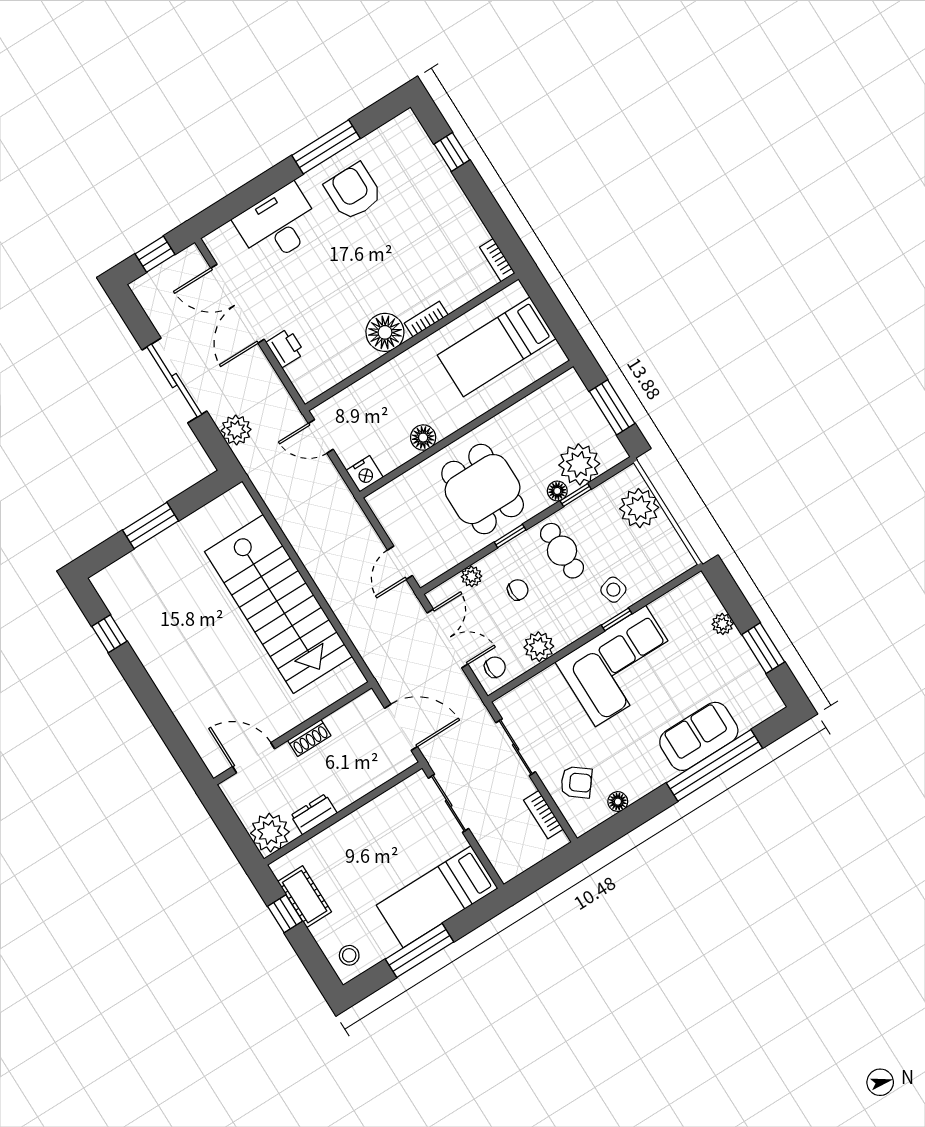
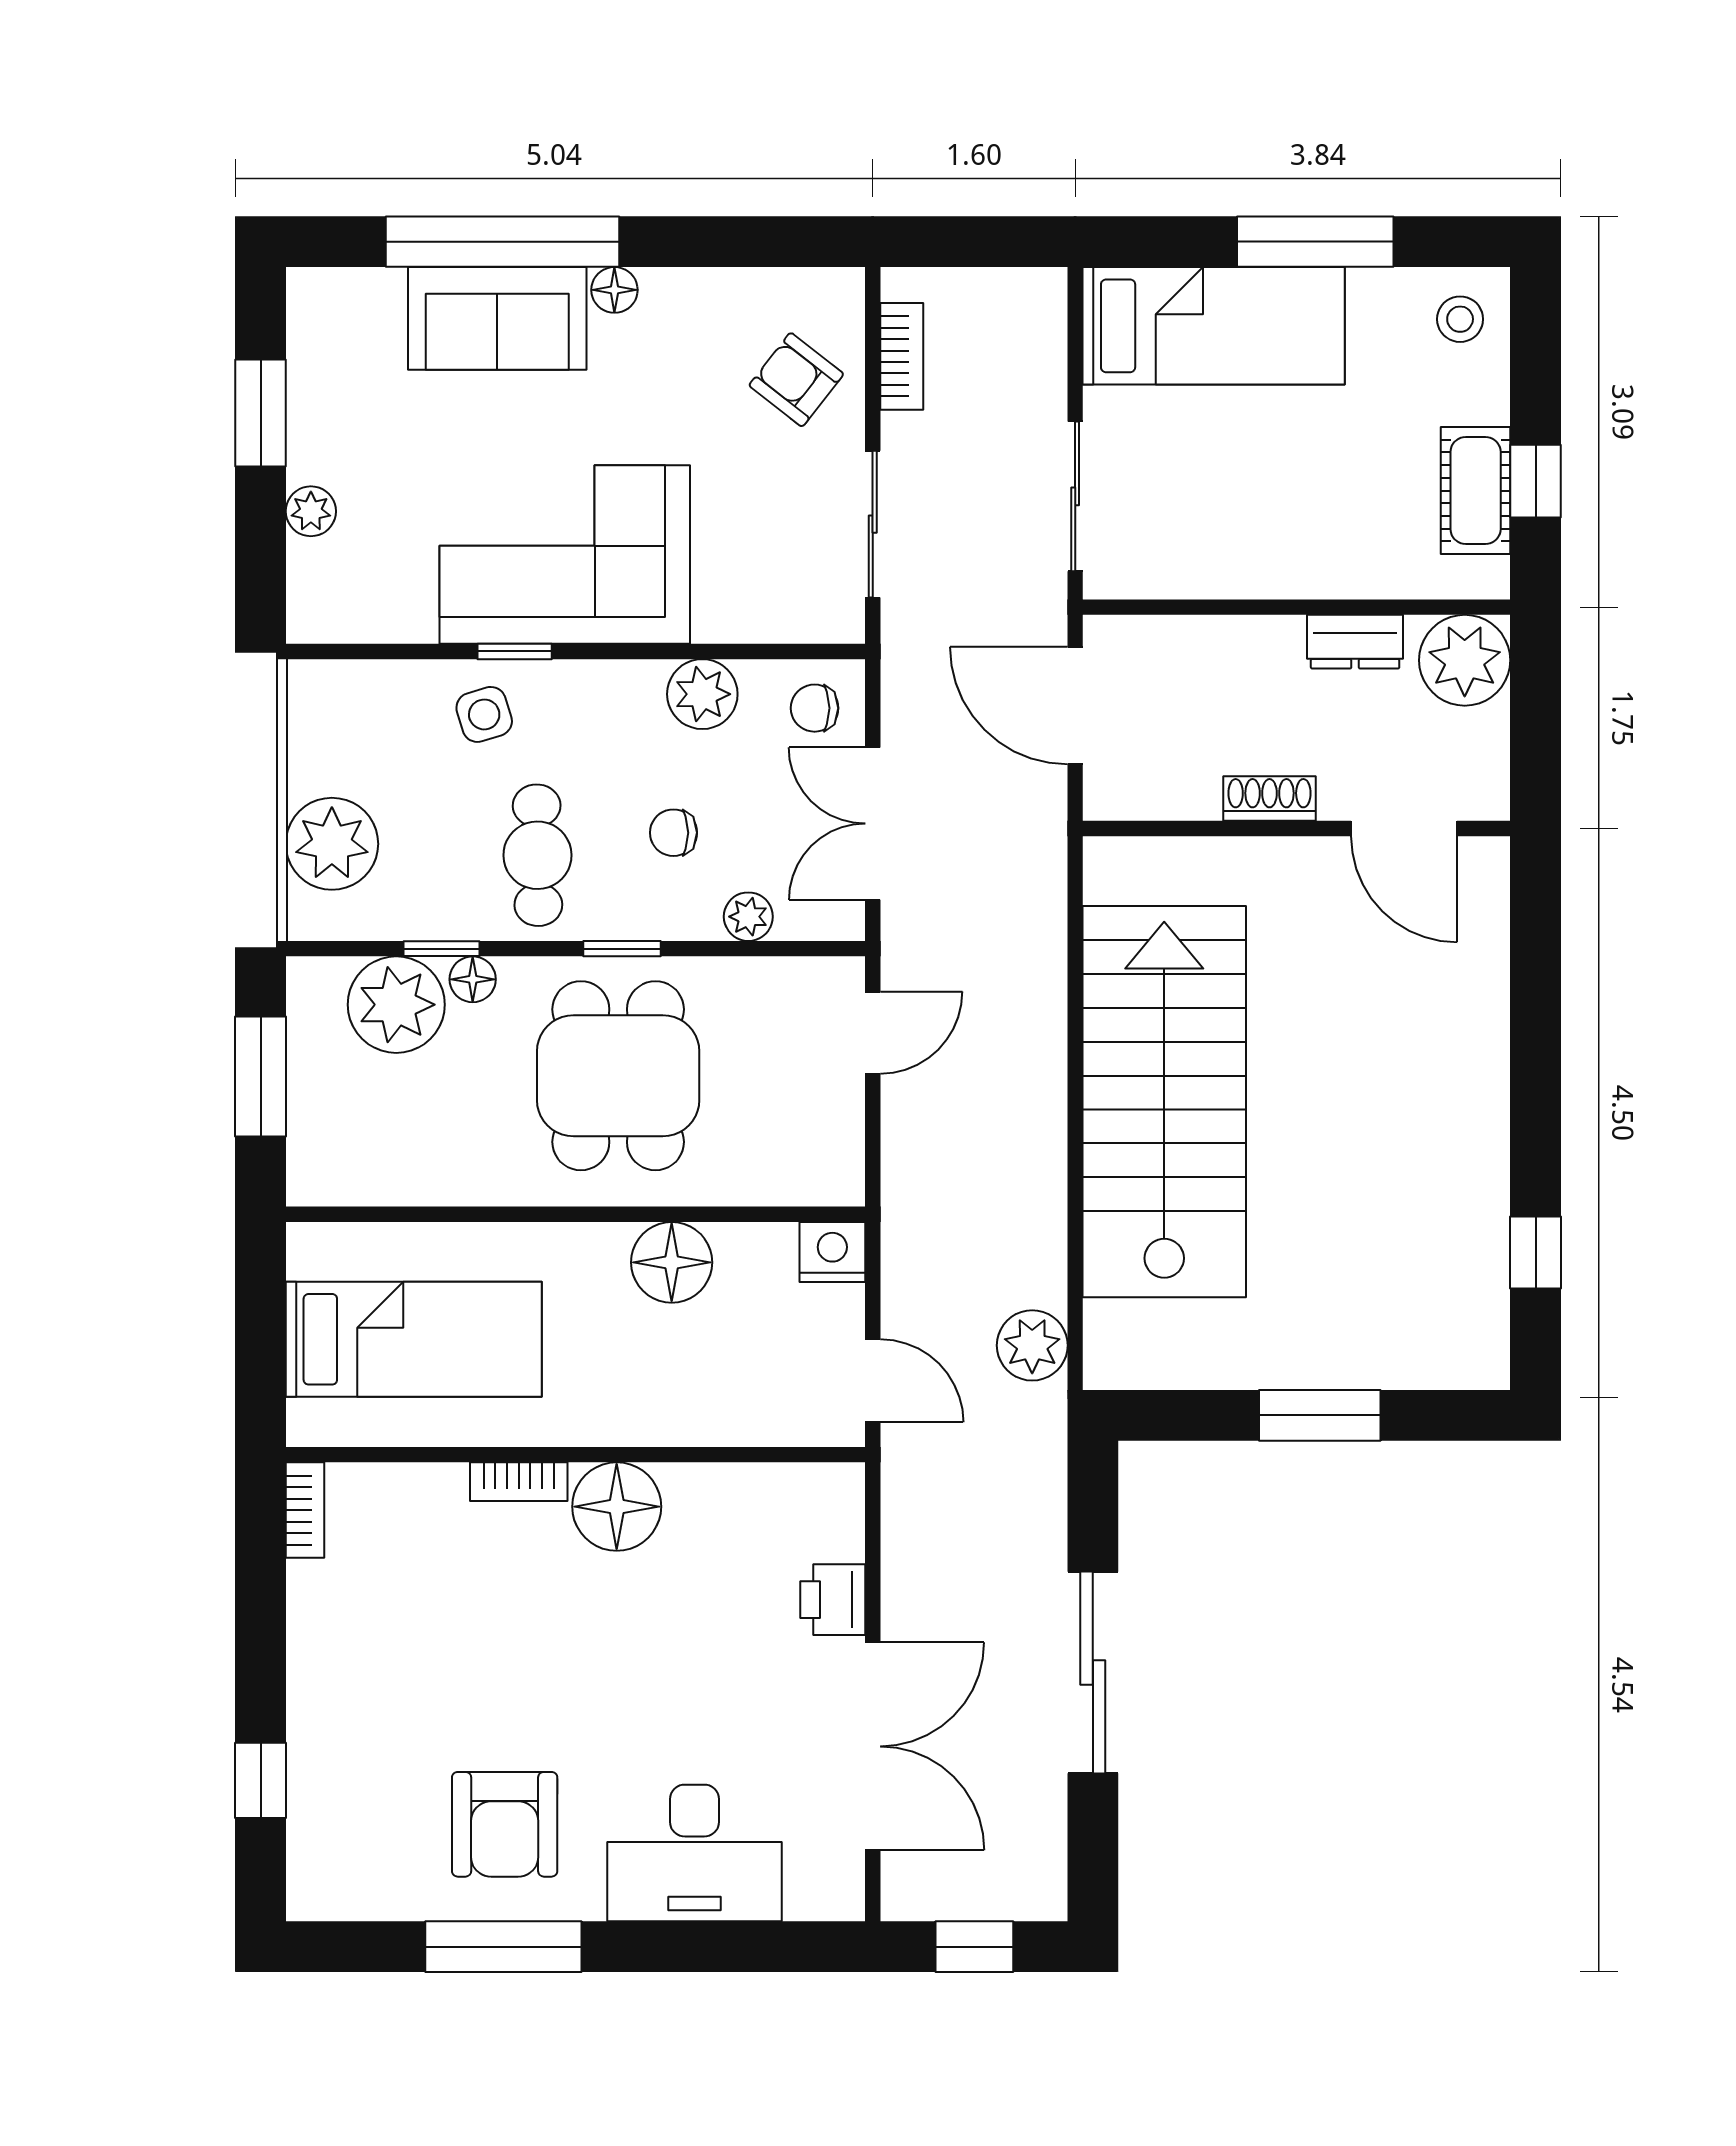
plant: (236, 430) -> (1032, 1345), moved
floor lamp: (423, 438) -> (672, 1262), width x1.38, depth x1.38
floor lamp: (618, 802) -> (614, 290), moved

